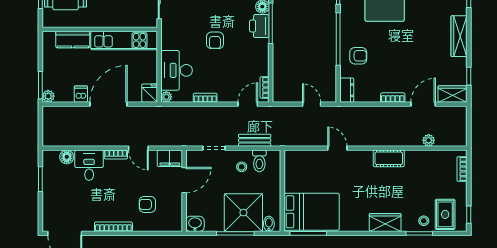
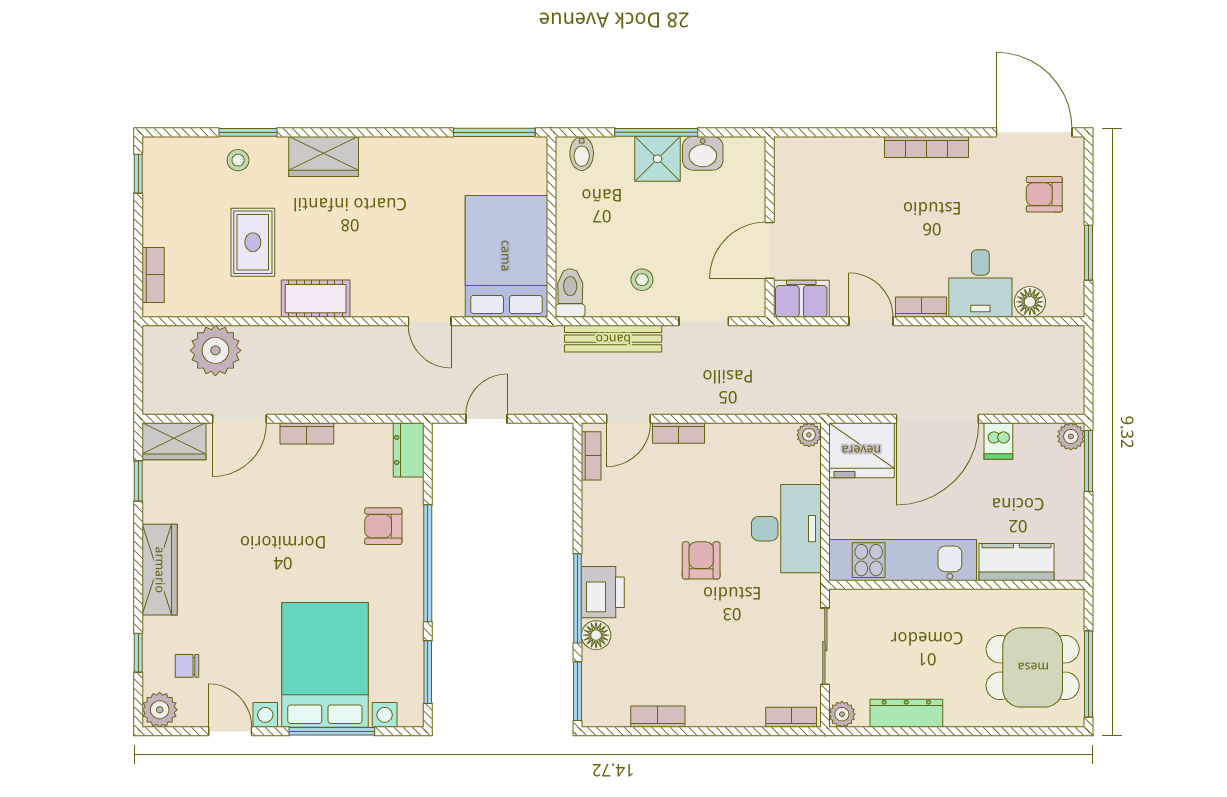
desk: (177, 70) -> (786, 529), moved
fridge: (150, 93) -> (861, 450), width x1.88, depth x1.34
bookcase: (205, 98) -> (678, 433), moved
door: (312, 104) -> (487, 419), swing flipped
bench: (255, 140) -> (613, 339), width x1.36
plant: (429, 140) -> (215, 350), width x1.87, depth x1.87
toilet: (259, 161) -> (570, 293), moved
armchair: (147, 204) -> (1044, 194), moved, turned 180
bed: (312, 212) -> (506, 256), moved, turned 90
shower: (243, 213) -> (658, 159), width x0.54, depth x0.54
rug: (445, 214) -> (253, 242), moved
washbasin: (195, 224) -> (703, 153), moved

